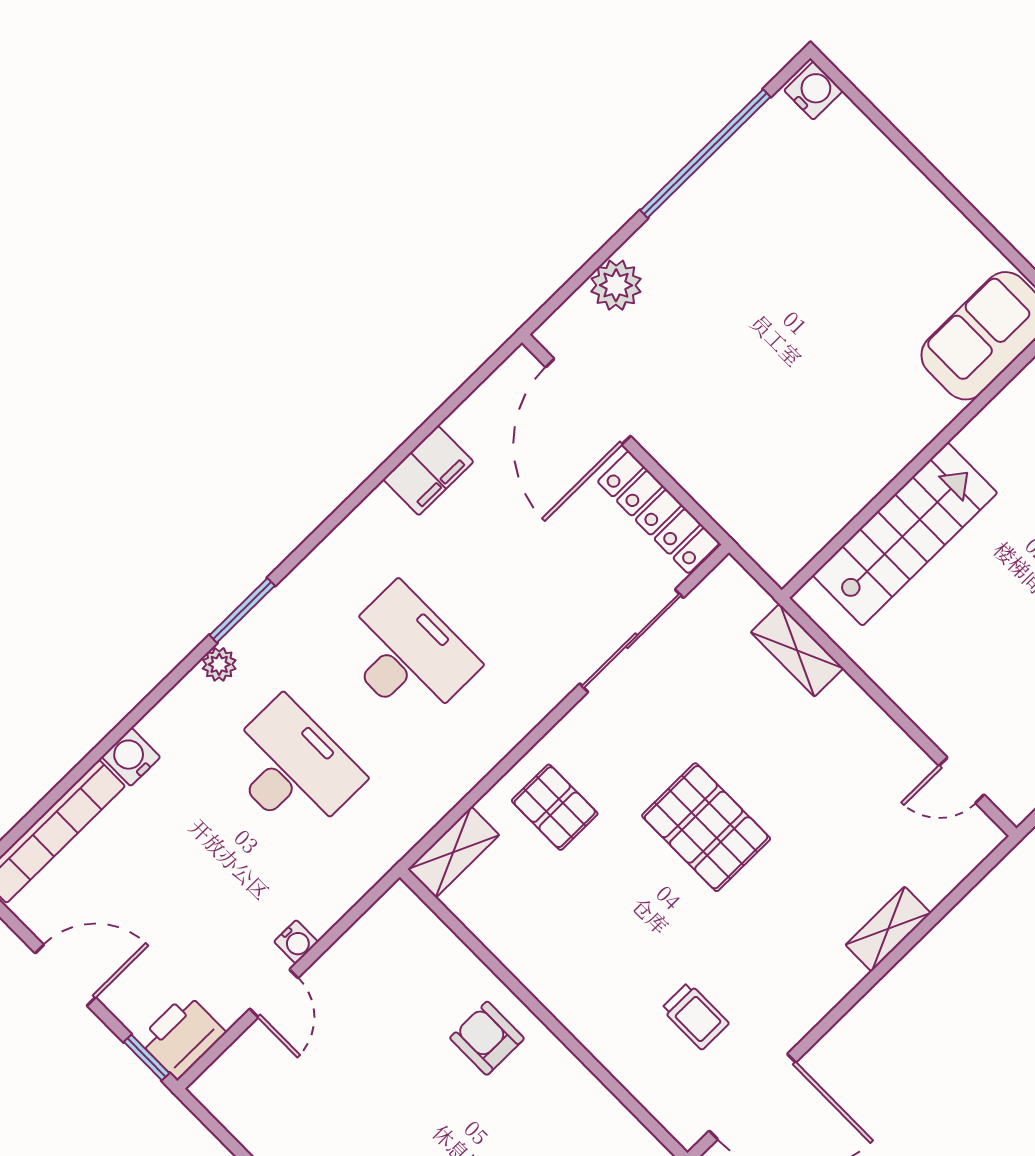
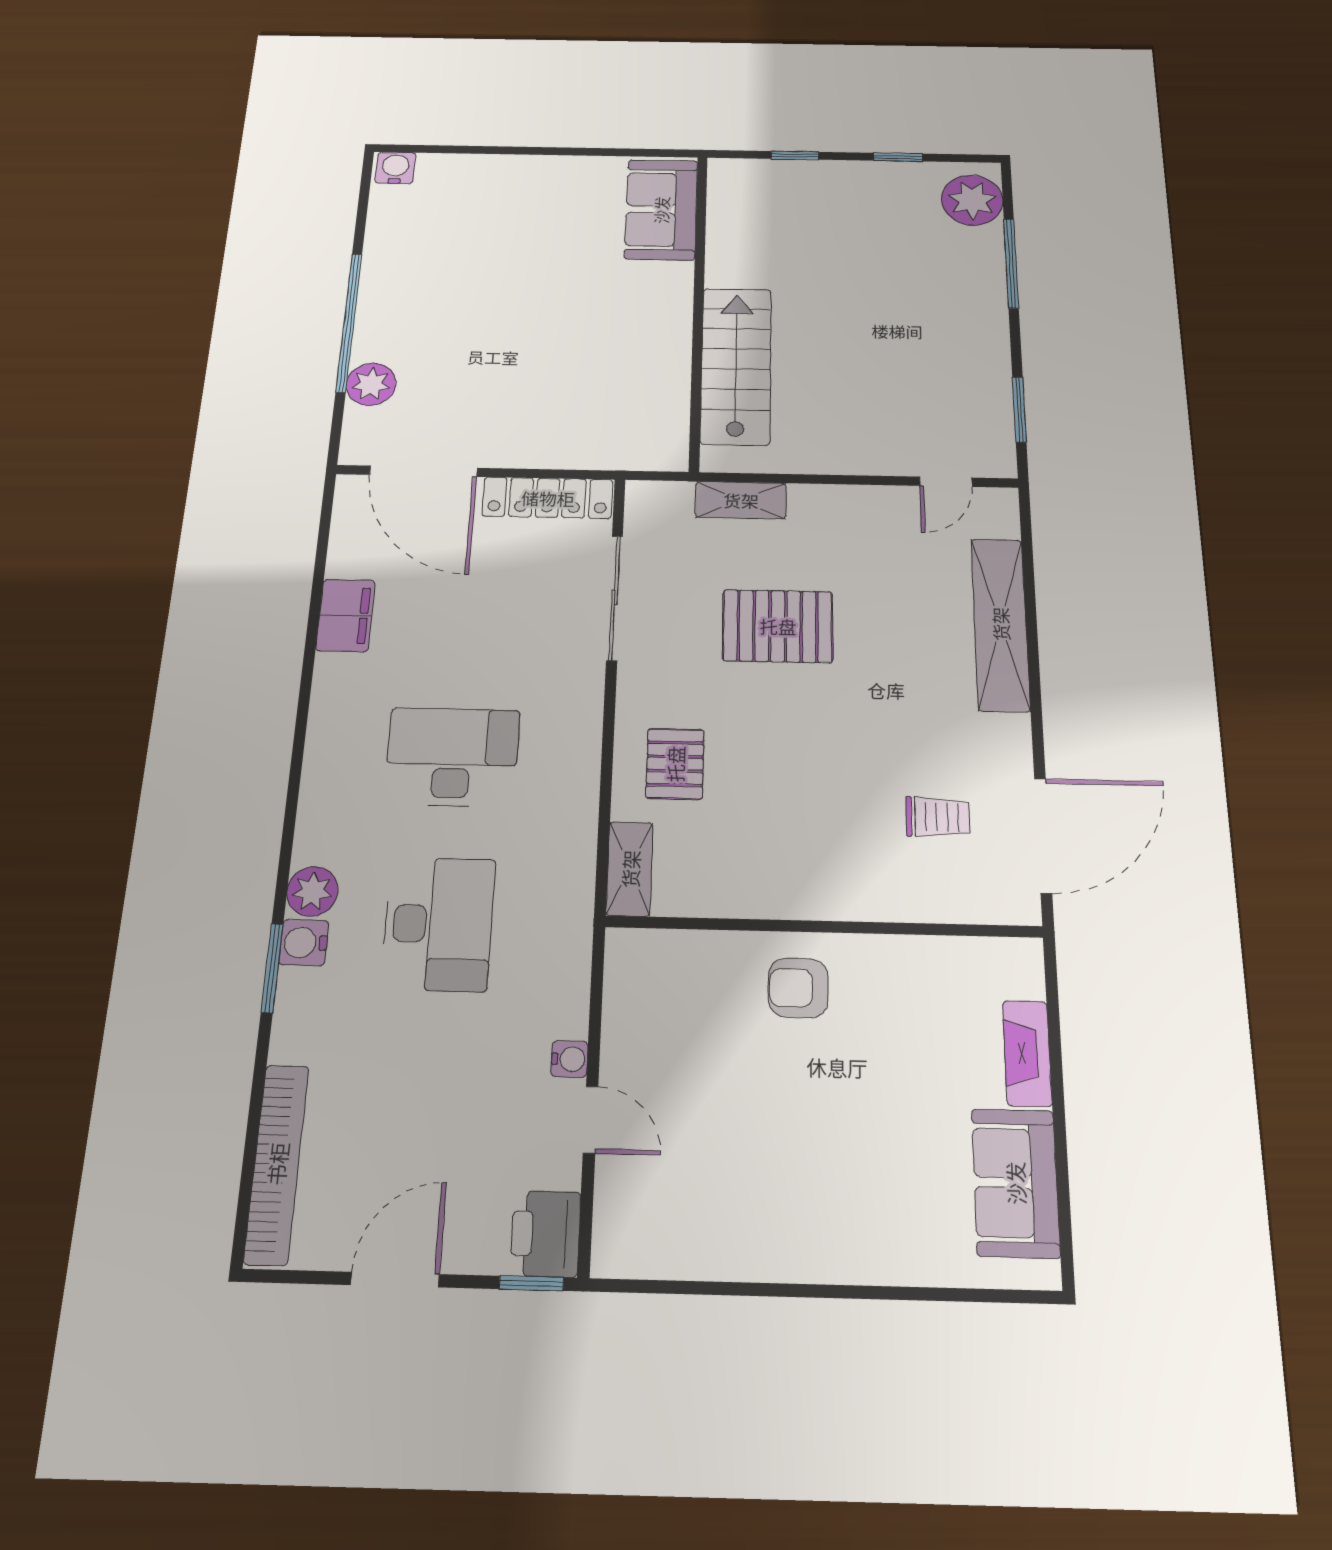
window: (705, 154) -> (349, 322), moved
window: (242, 610) -> (272, 968), moved
plant: (219, 664) -> (312, 891), width x1.38, depth x1.38
water cooler: (131, 757) -> (304, 943), moved
desk: (292, 768) -> (438, 924), turned 90
pallet: (555, 807) -> (675, 764), turned 90
pallet: (706, 827) -> (778, 626), moved
shelving: (888, 929) -> (1000, 624), width x2.20, depth x1.33

